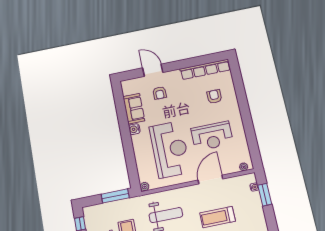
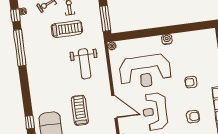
armchair: (160, 93) -> (191, 82), moved
sofa: (134, 109) -> (187, 40), removed

